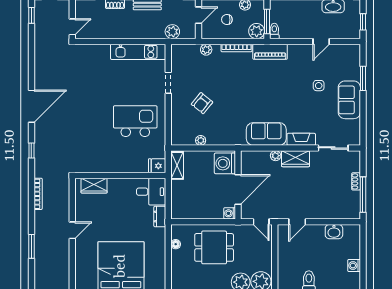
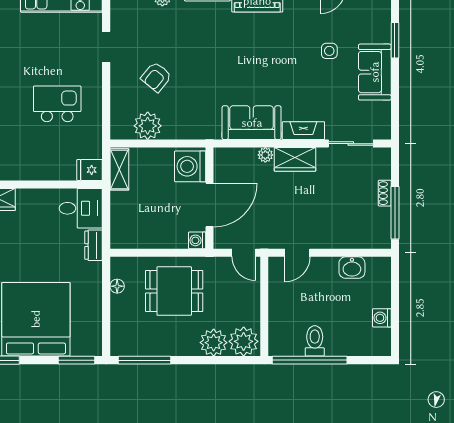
kitchen island: (135, 121) -> (57, 104), width x0.73, depth x0.78
plant: (201, 140) -> (148, 126), width x1.87, depth x1.87

